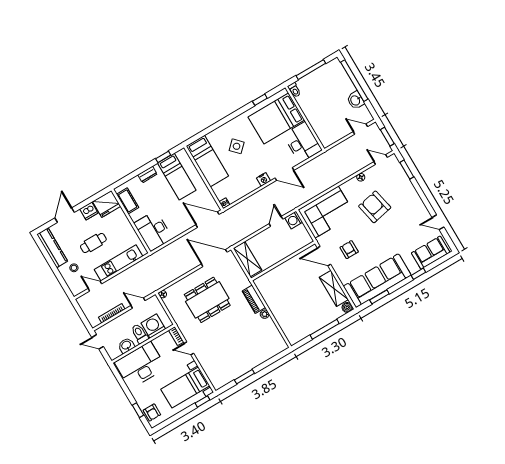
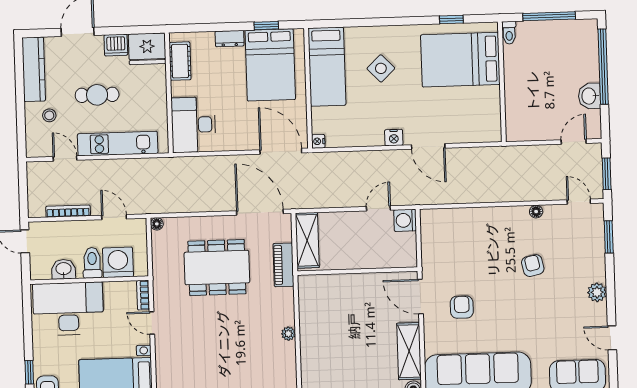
door: (360, 129) -> (574, 142), hinge flipped
desk: (302, 142) -> (479, 115), removed
bed: (177, 177) -> (270, 65), width x1.50
plant: (417, 202) -> (597, 292), added
armchair: (375, 207) -> (533, 266), width x0.53, depth x0.53
corner sofa: (327, 212) -> (459, 235), removed
piano: (254, 299) -> (283, 265), moved

